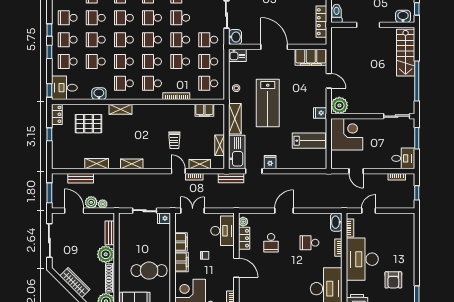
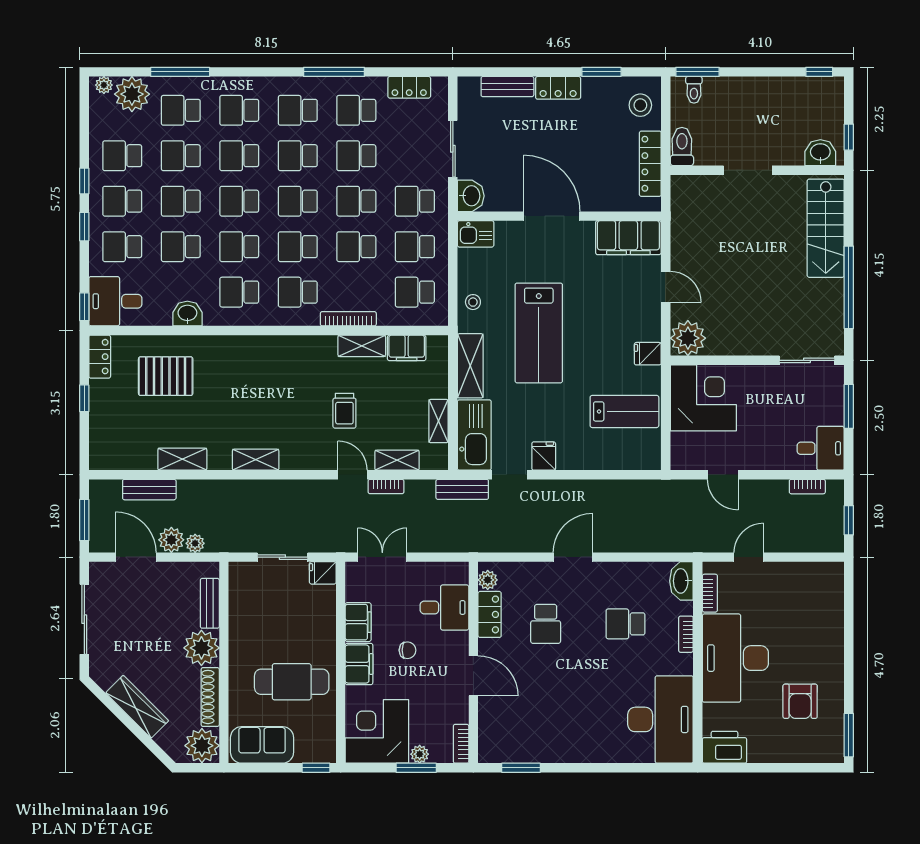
shelving: (120, 109) -> (362, 346), moved
desk: (222, 231) -> (445, 607), width x0.73

